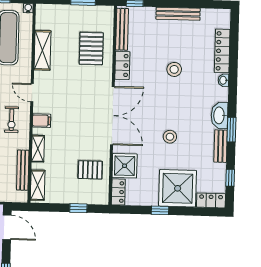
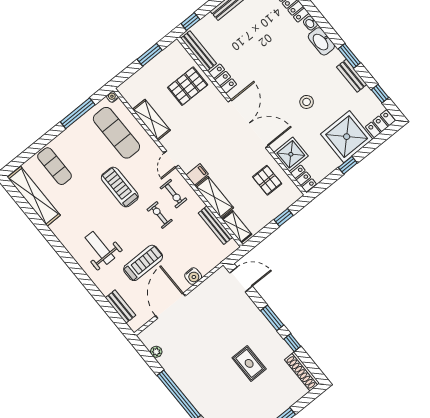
pallet: (91, 49) -> (188, 86), turned 90
stool: (174, 69) -> (265, 47), removed
door: (32, 93) -> (171, 159), hinge flipped
washbasin: (219, 115) -> (321, 41), moved
shelving: (38, 149) -> (214, 197), width x1.50, depth x1.33
pallet: (90, 170) -> (267, 180), turned 90

